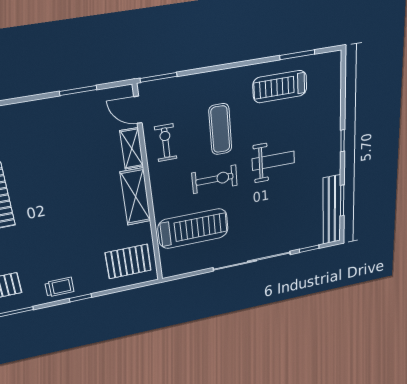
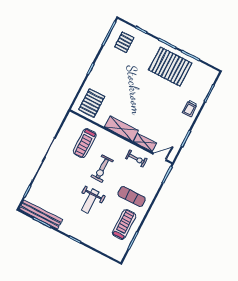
exercise mat: (220, 129) -> (132, 197), moved
treadmill: (193, 229) -> (85, 143), width x0.73, depth x0.73
trolley: (60, 287) -> (190, 108), moved

